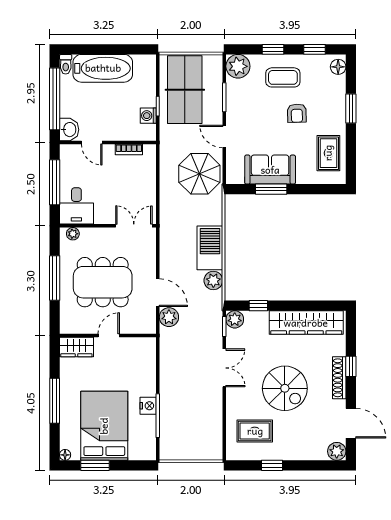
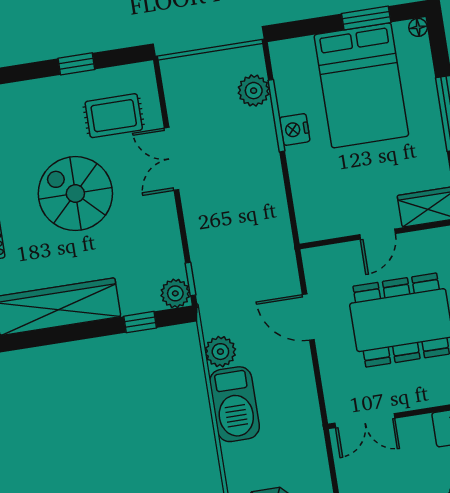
plant: (169, 317) -> (254, 91), moved
double door: (224, 368) -> (171, 159), moved

